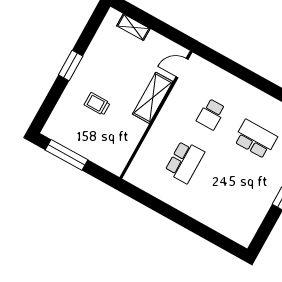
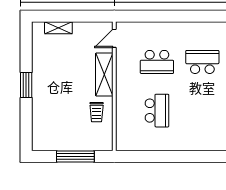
trolley: (97, 104) -> (97, 112), moved, turned -90
school desk: (211, 114) -> (157, 62), width x1.85
window: (67, 155) -> (75, 157), moved

